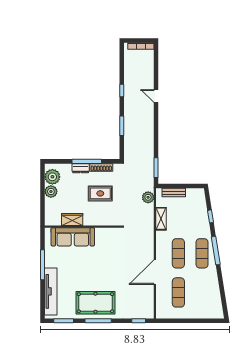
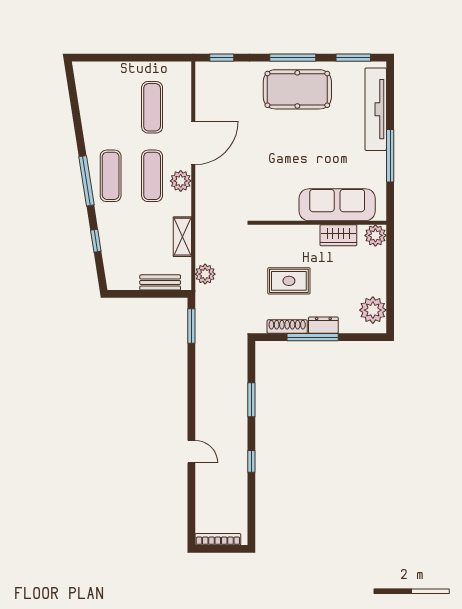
plant: (51, 192) -> (375, 235), moved
plant: (162, 250) -> (181, 181), added

